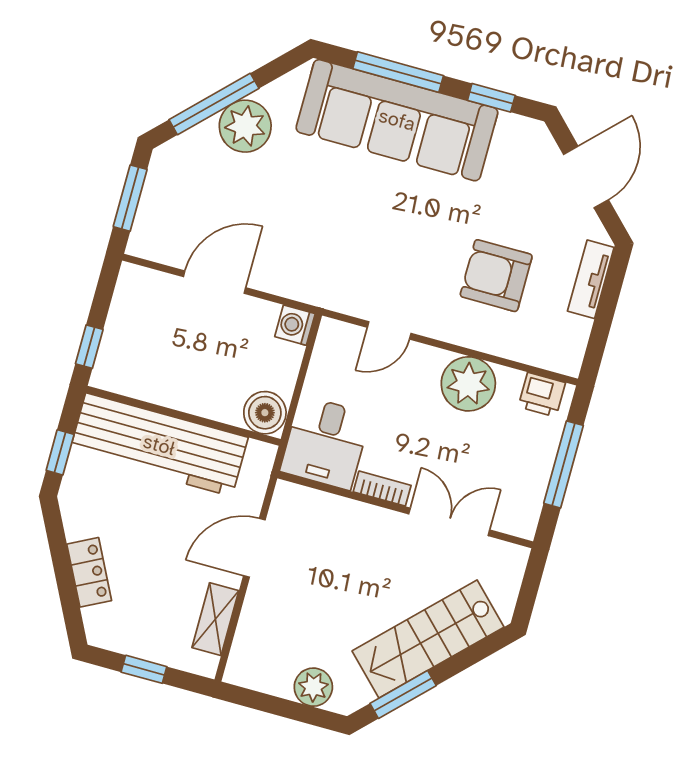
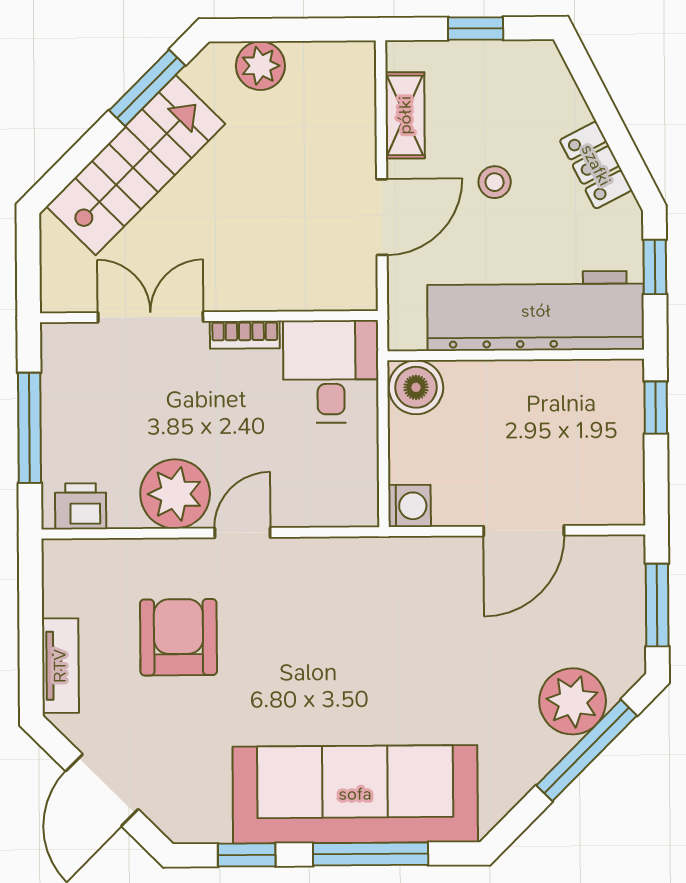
plant: (245, 126) -> (573, 701), moved
armchair: (496, 276) -> (179, 637), turned -90
door: (389, 330) -> (242, 533), moved
double door: (449, 522) -> (151, 317), swing flipped
stool: (162, 550) -> (495, 182), added
locker: (89, 572) -> (596, 165), moved

